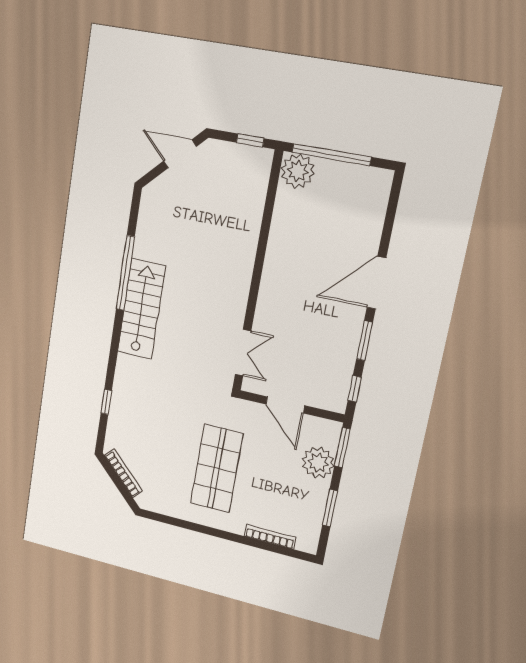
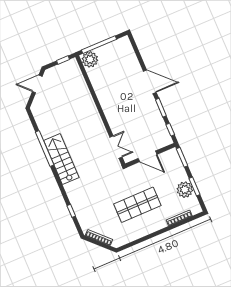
door: (376, 283) -> (150, 82), swing flipped
plant: (318, 463) -> (185, 190), moved
shop shelf: (217, 468) -> (137, 205), turned 90

